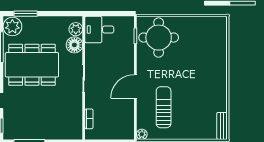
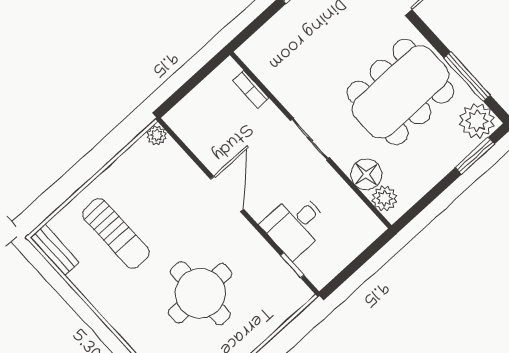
desk: (99, 30) -> (295, 225), moved, turned 180
round table: (159, 38) -> (200, 293), moved
sun lounger: (164, 107) -> (116, 233), moved

